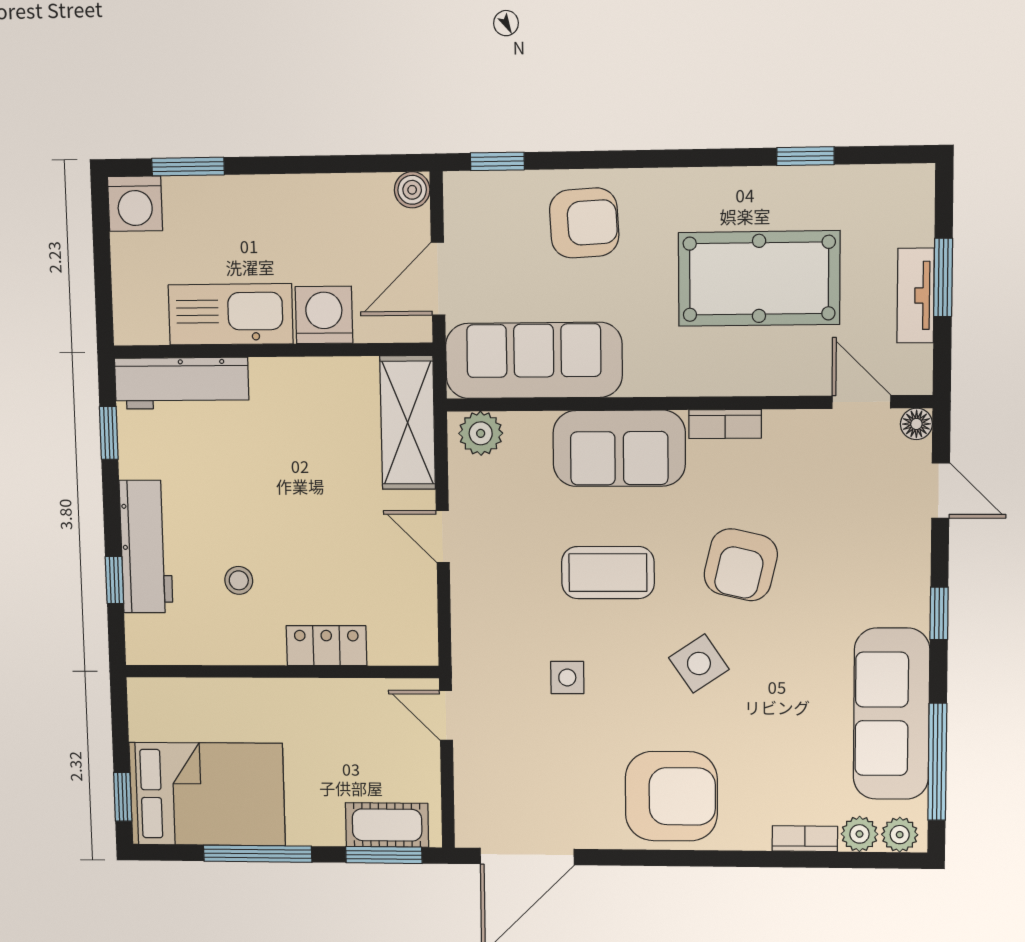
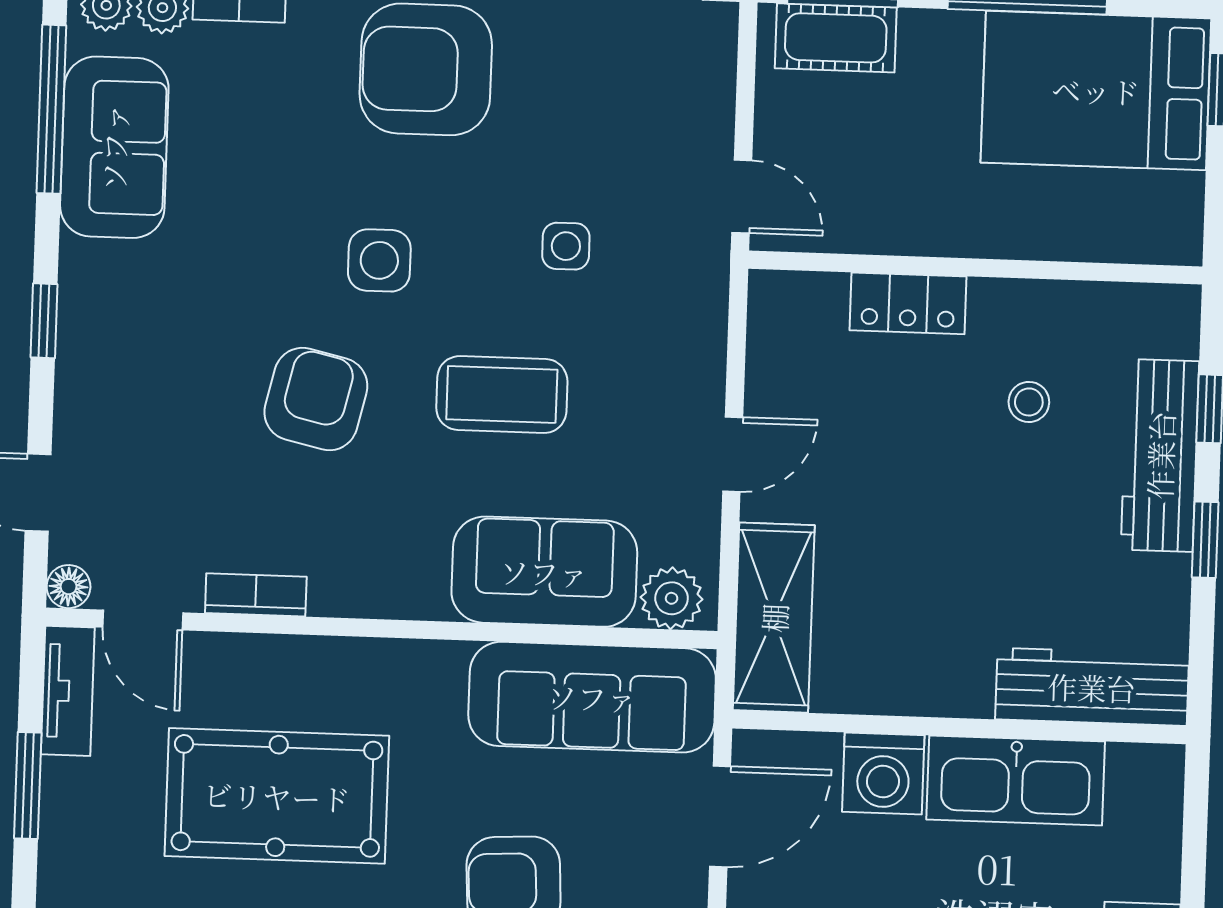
tv unit: (916, 296) -> (68, 691), moved
bookcase: (725, 424) -> (256, 595), moved
window: (109, 433) -> (1205, 540), moved
sofa: (619, 448) -> (544, 572), moved
door: (443, 537) -> (733, 454), hinge flipped
side table: (699, 663) -> (379, 260), turned 34
sofa: (891, 714) -> (114, 147), width x0.73

